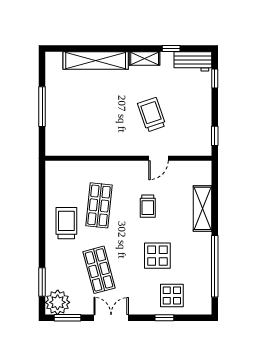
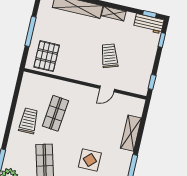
window: (171, 49) -> (149, 14), moved
pallet: (70, 134) -> (47, 56), added
trolley: (148, 206) -> (91, 122), removed

